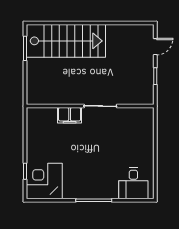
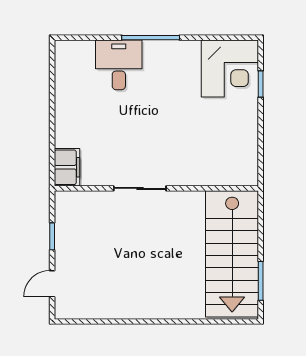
stairs: (66, 41) -> (232, 254), moved, turned -90
filing cabinet: (70, 115) -> (67, 167), moved, turned 90
desk: (133, 183) -> (119, 65), moved

